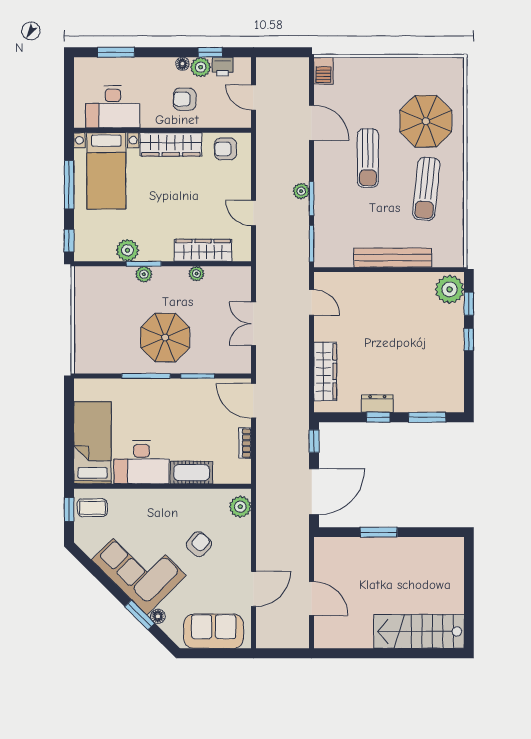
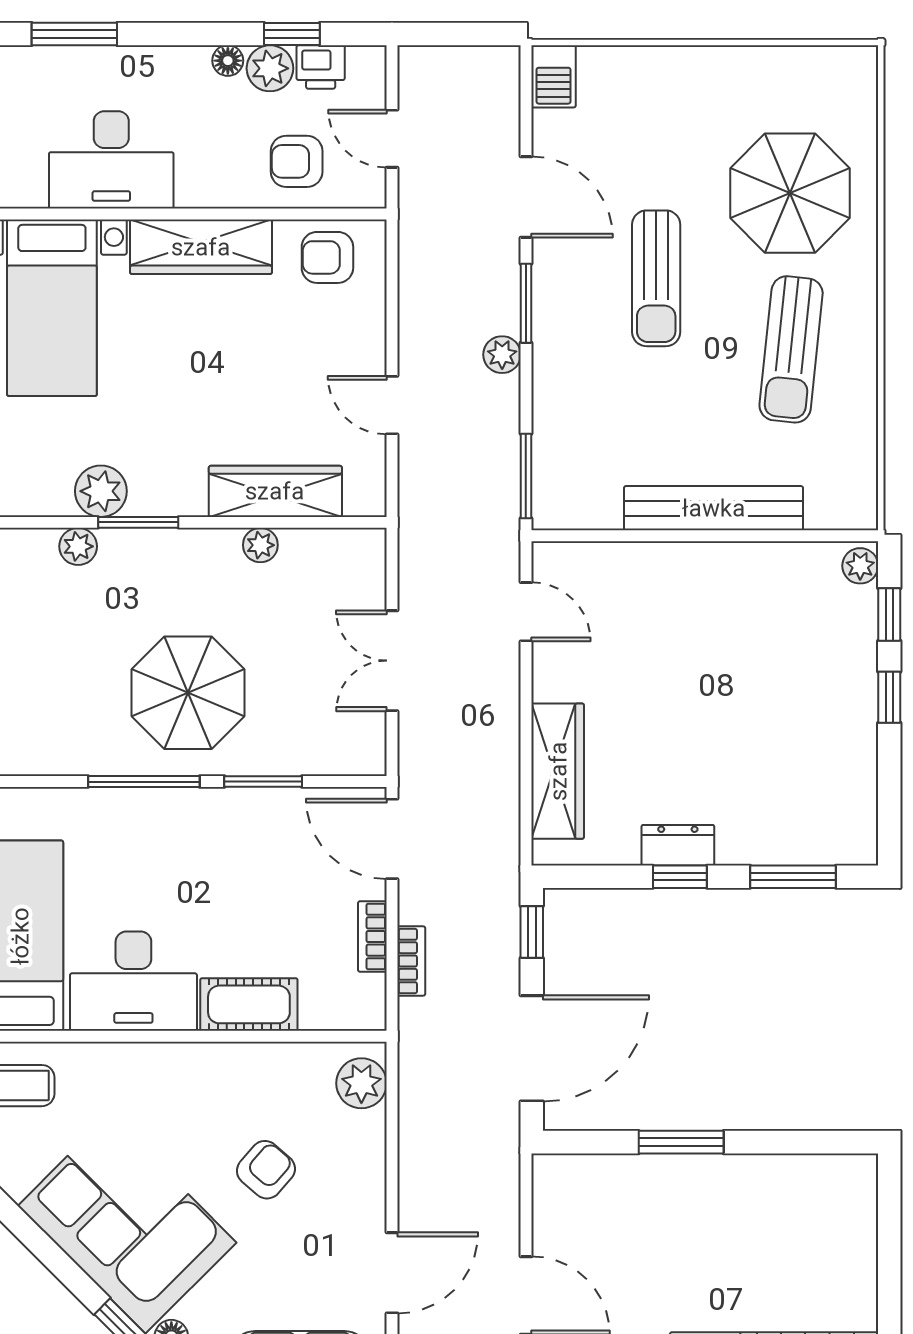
armchair: (185, 99) -> (297, 161), moved
desk: (113, 107) -> (111, 160), moved
window: (312, 199) -> (526, 303), moved
plant: (144, 274) -> (78, 546), moved
plant: (450, 289) -> (860, 566), width x0.53, depth x0.53
bookcase: (262, 454) -> (411, 961), added

